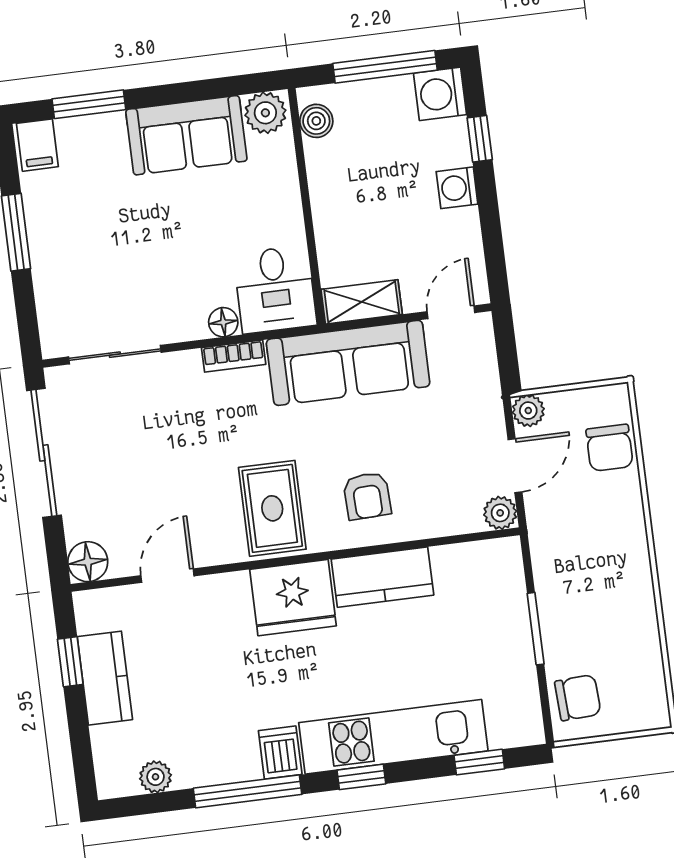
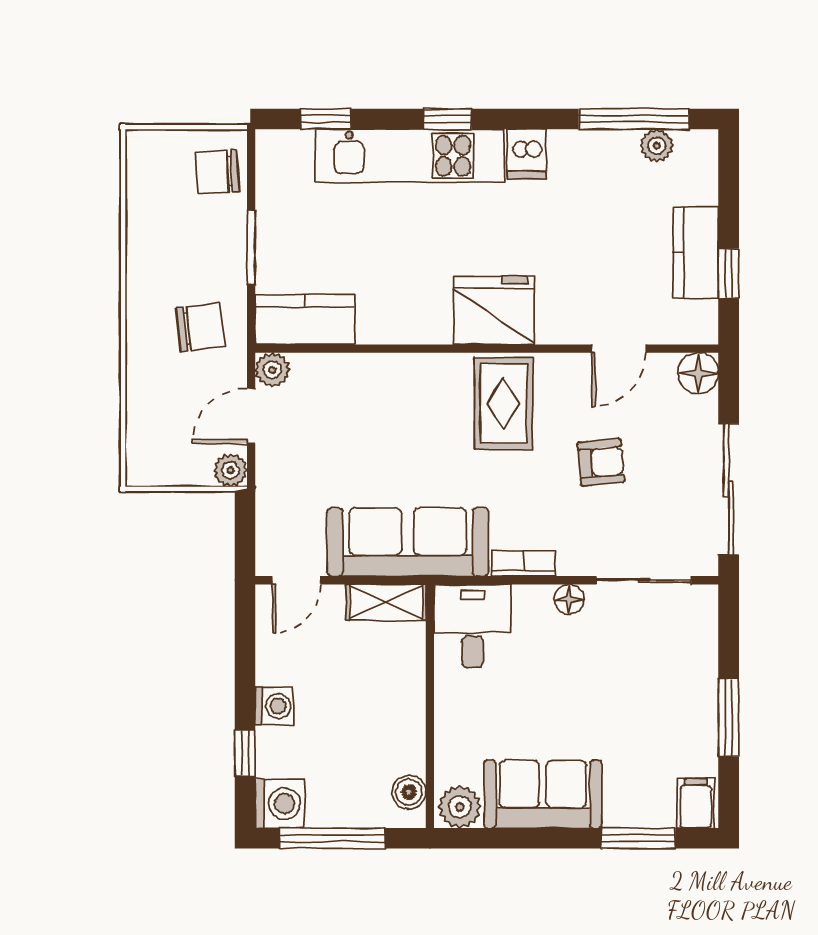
floor lamp: (223, 322) -> (569, 599), moved
chair: (610, 448) -> (200, 327), moved, turned 83
armchair: (367, 496) -> (601, 462), moved, turned 87
kitchen counter: (382, 577) -> (305, 320), moved
window: (248, 791) -> (634, 119), moved

